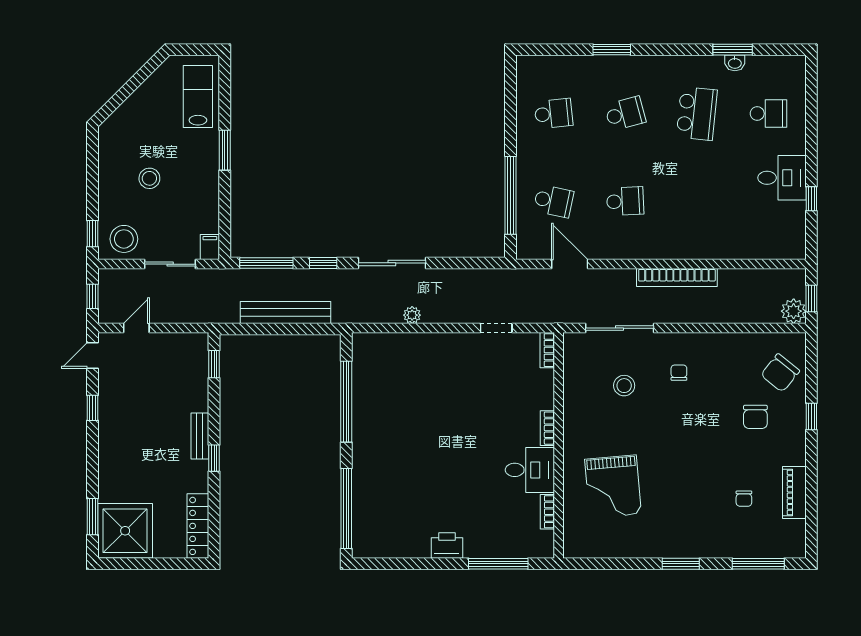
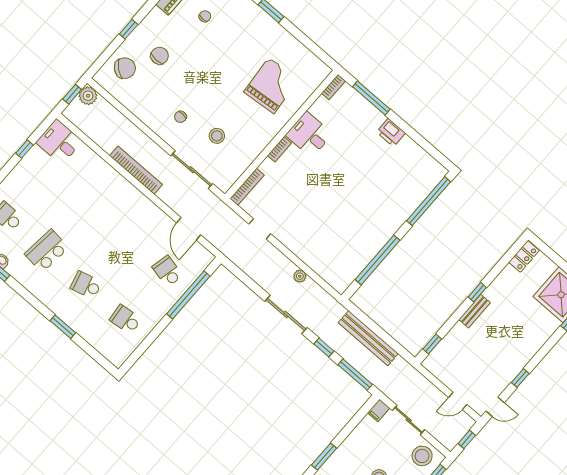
desk: (782, 178) -> (59, 142), moved
school desk: (625, 201) -> (128, 237), removed
bookcase: (547, 350) -> (247, 187), width x1.56
bookcase: (547, 512) -> (333, 87), moved
locker: (198, 526) -> (524, 256), width x0.66

